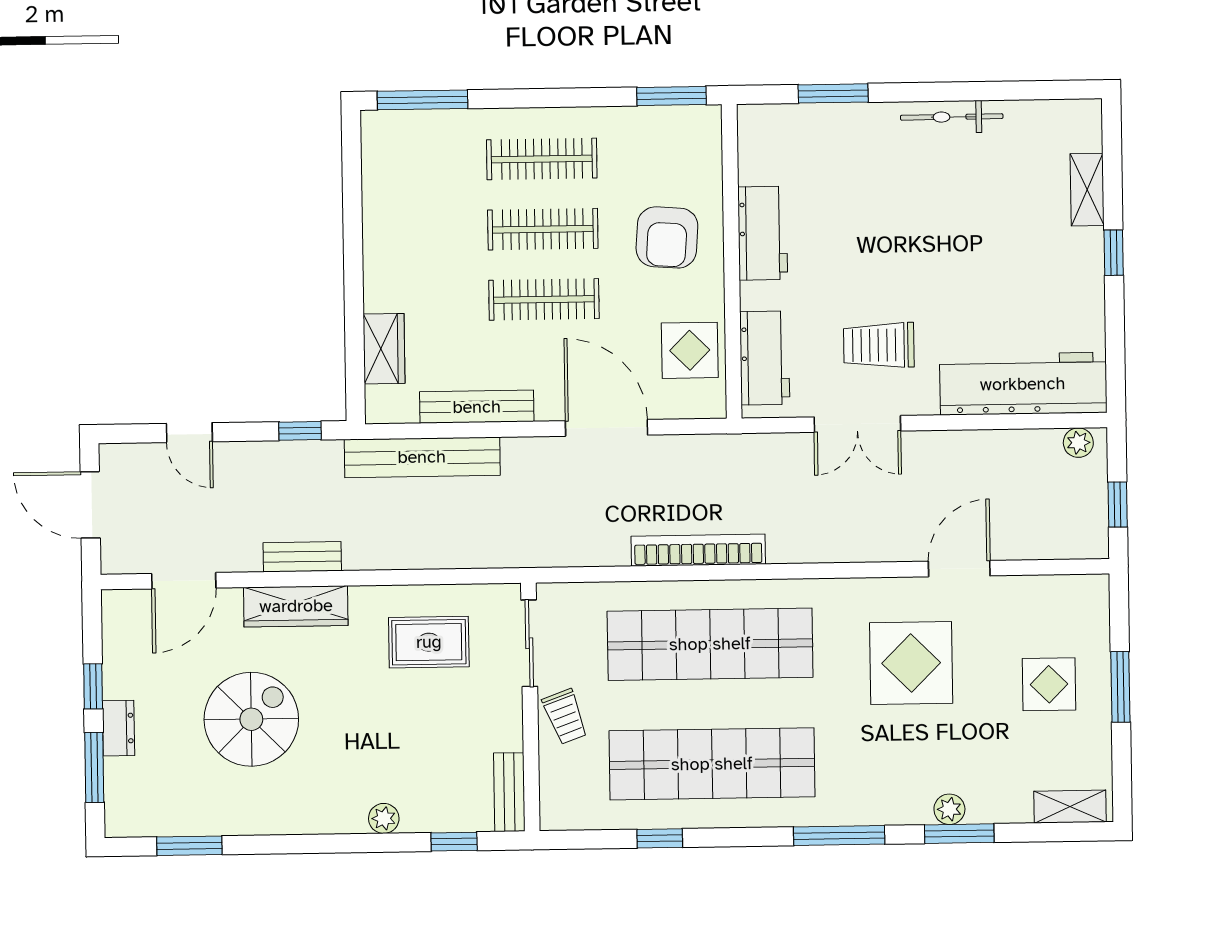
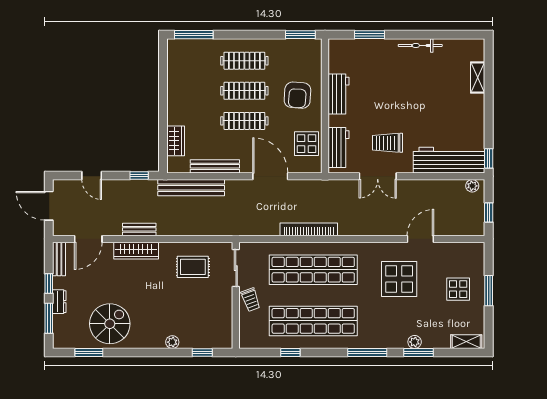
window: (1114, 253) -> (489, 158), moved
spiral stairs: (251, 719) -> (110, 324), moved
bench: (509, 792) -> (59, 259), moved

